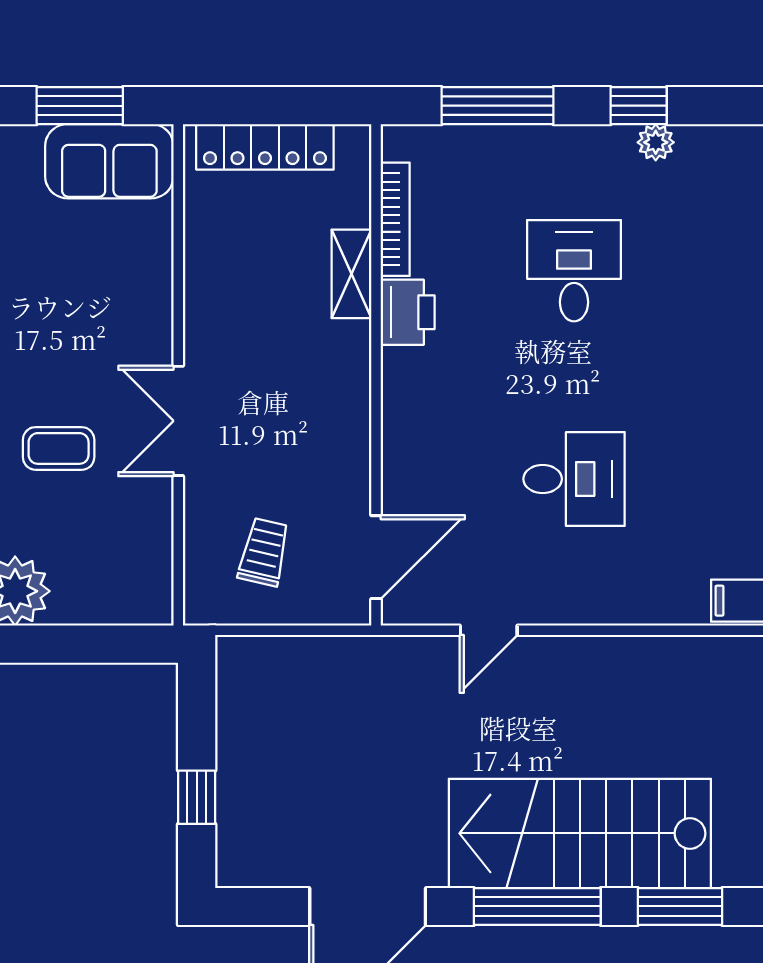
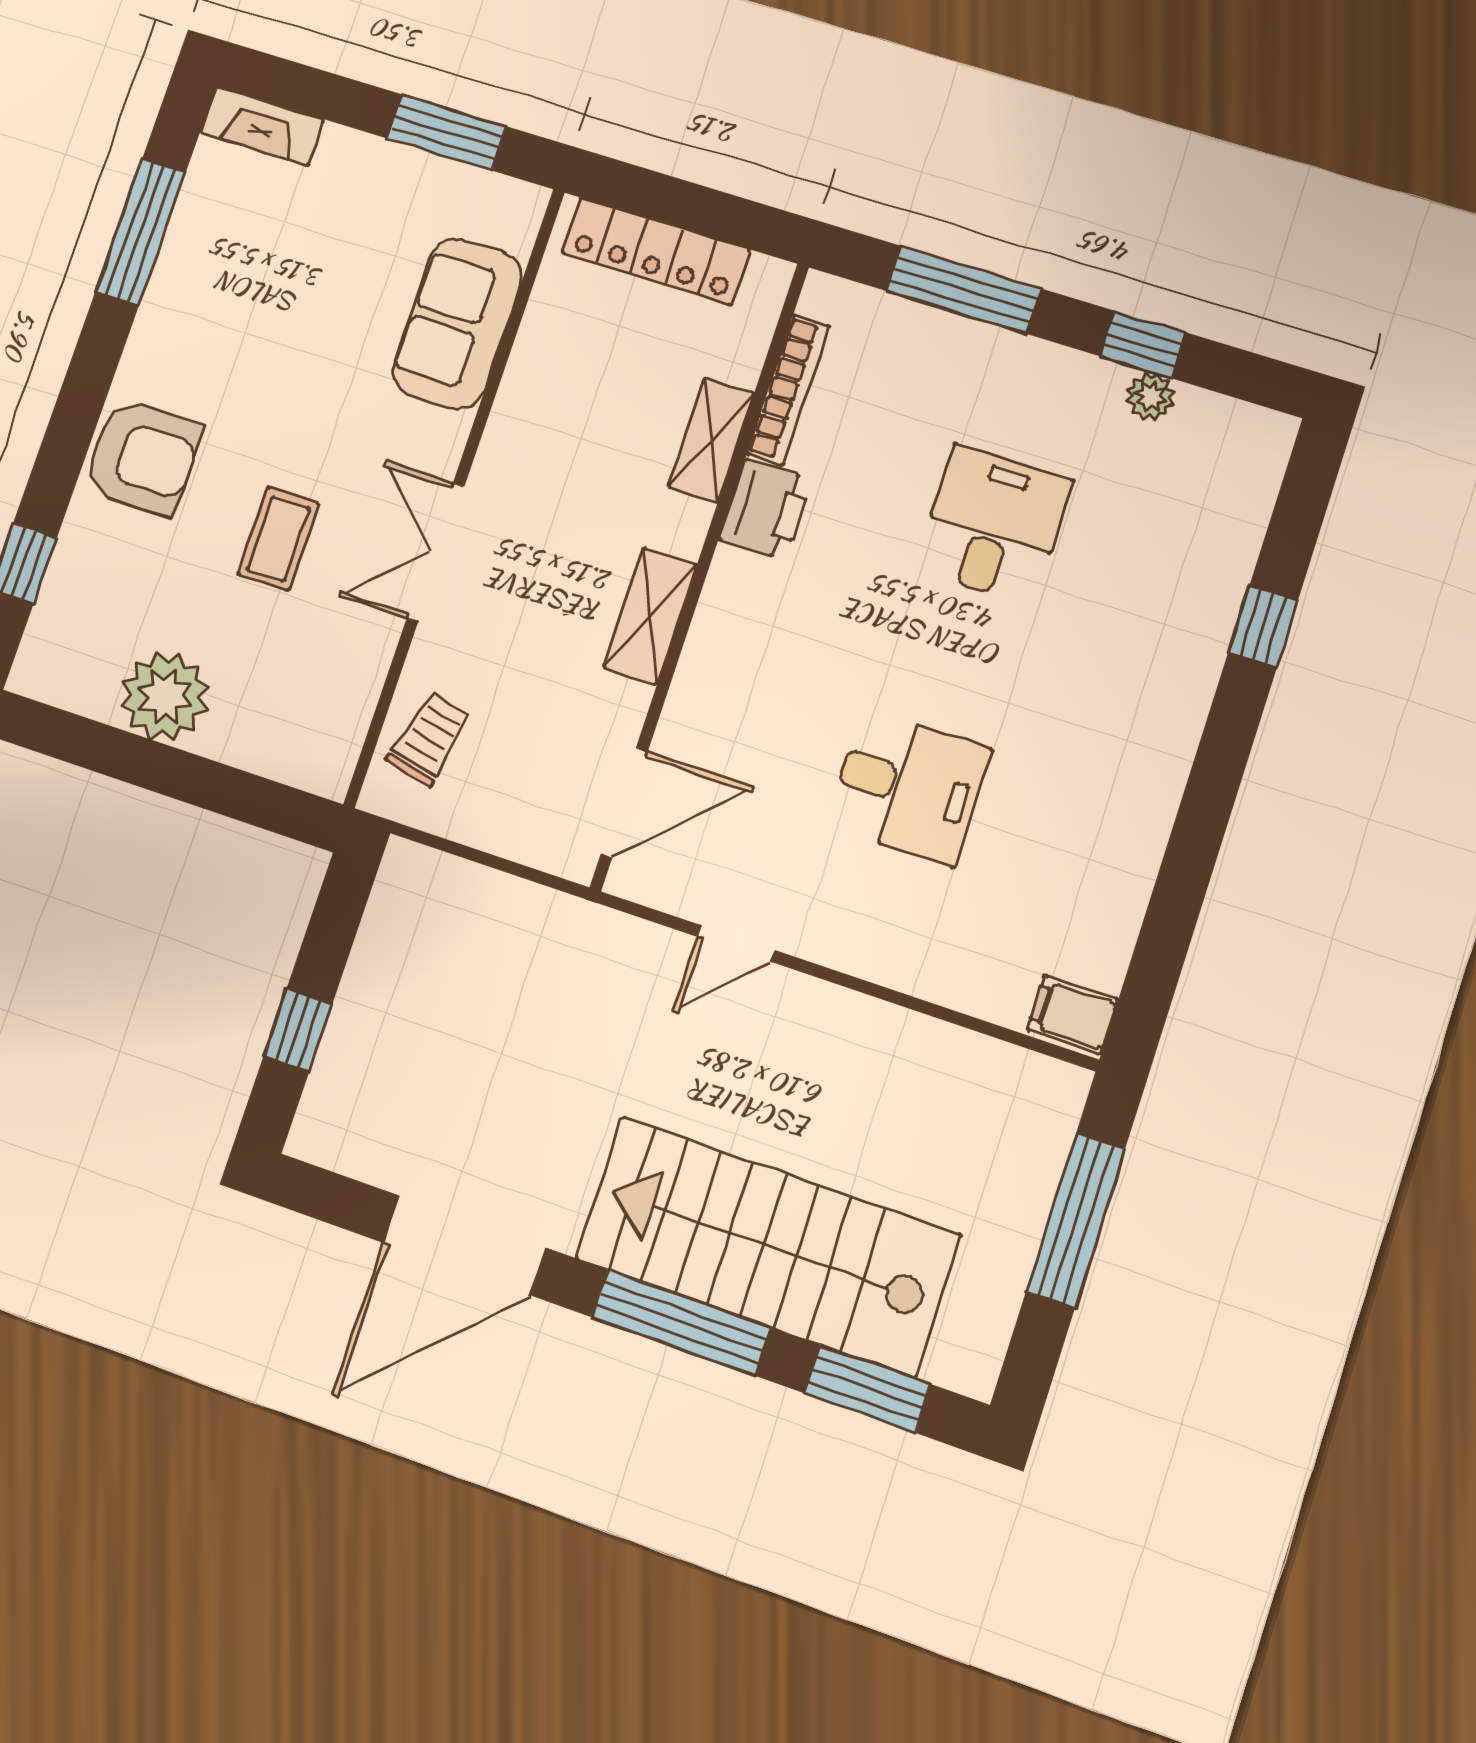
sofa: (109, 161) -> (457, 324), moved, turned 90
shelving: (350, 417) -> (650, 616), added
coffee table: (59, 448) -> (278, 539), turned 90
trolley: (264, 552) -> (430, 738), moved

